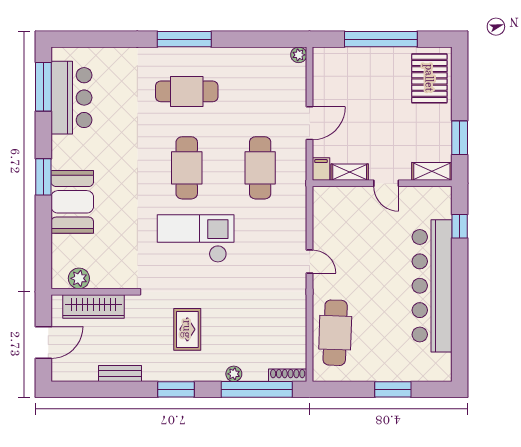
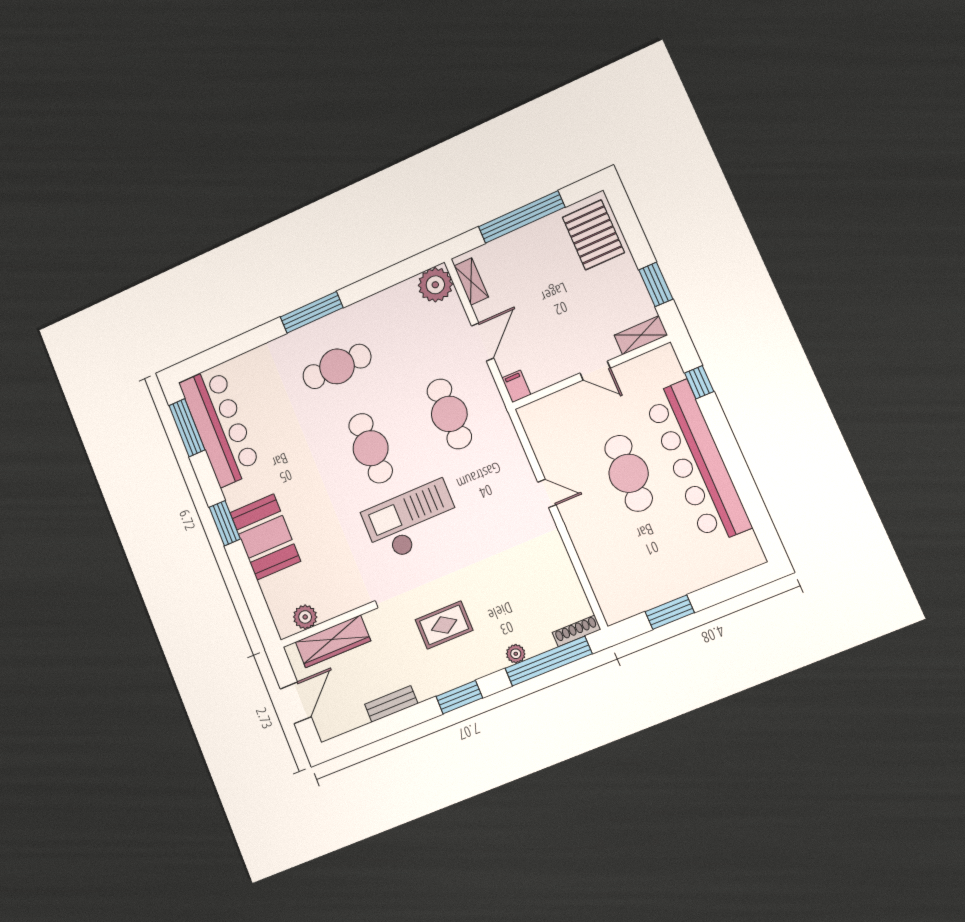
plant: (299, 55) -> (435, 285), width x1.87, depth x1.87
bar counter: (71, 98) -> (220, 426), width x1.36
shelving: (350, 172) -> (471, 281), moved, turned 90
rug: (187, 329) -> (444, 625), turned 90
cafe table: (335, 333) -> (629, 473), moved
window: (393, 389) -> (670, 612), moved

